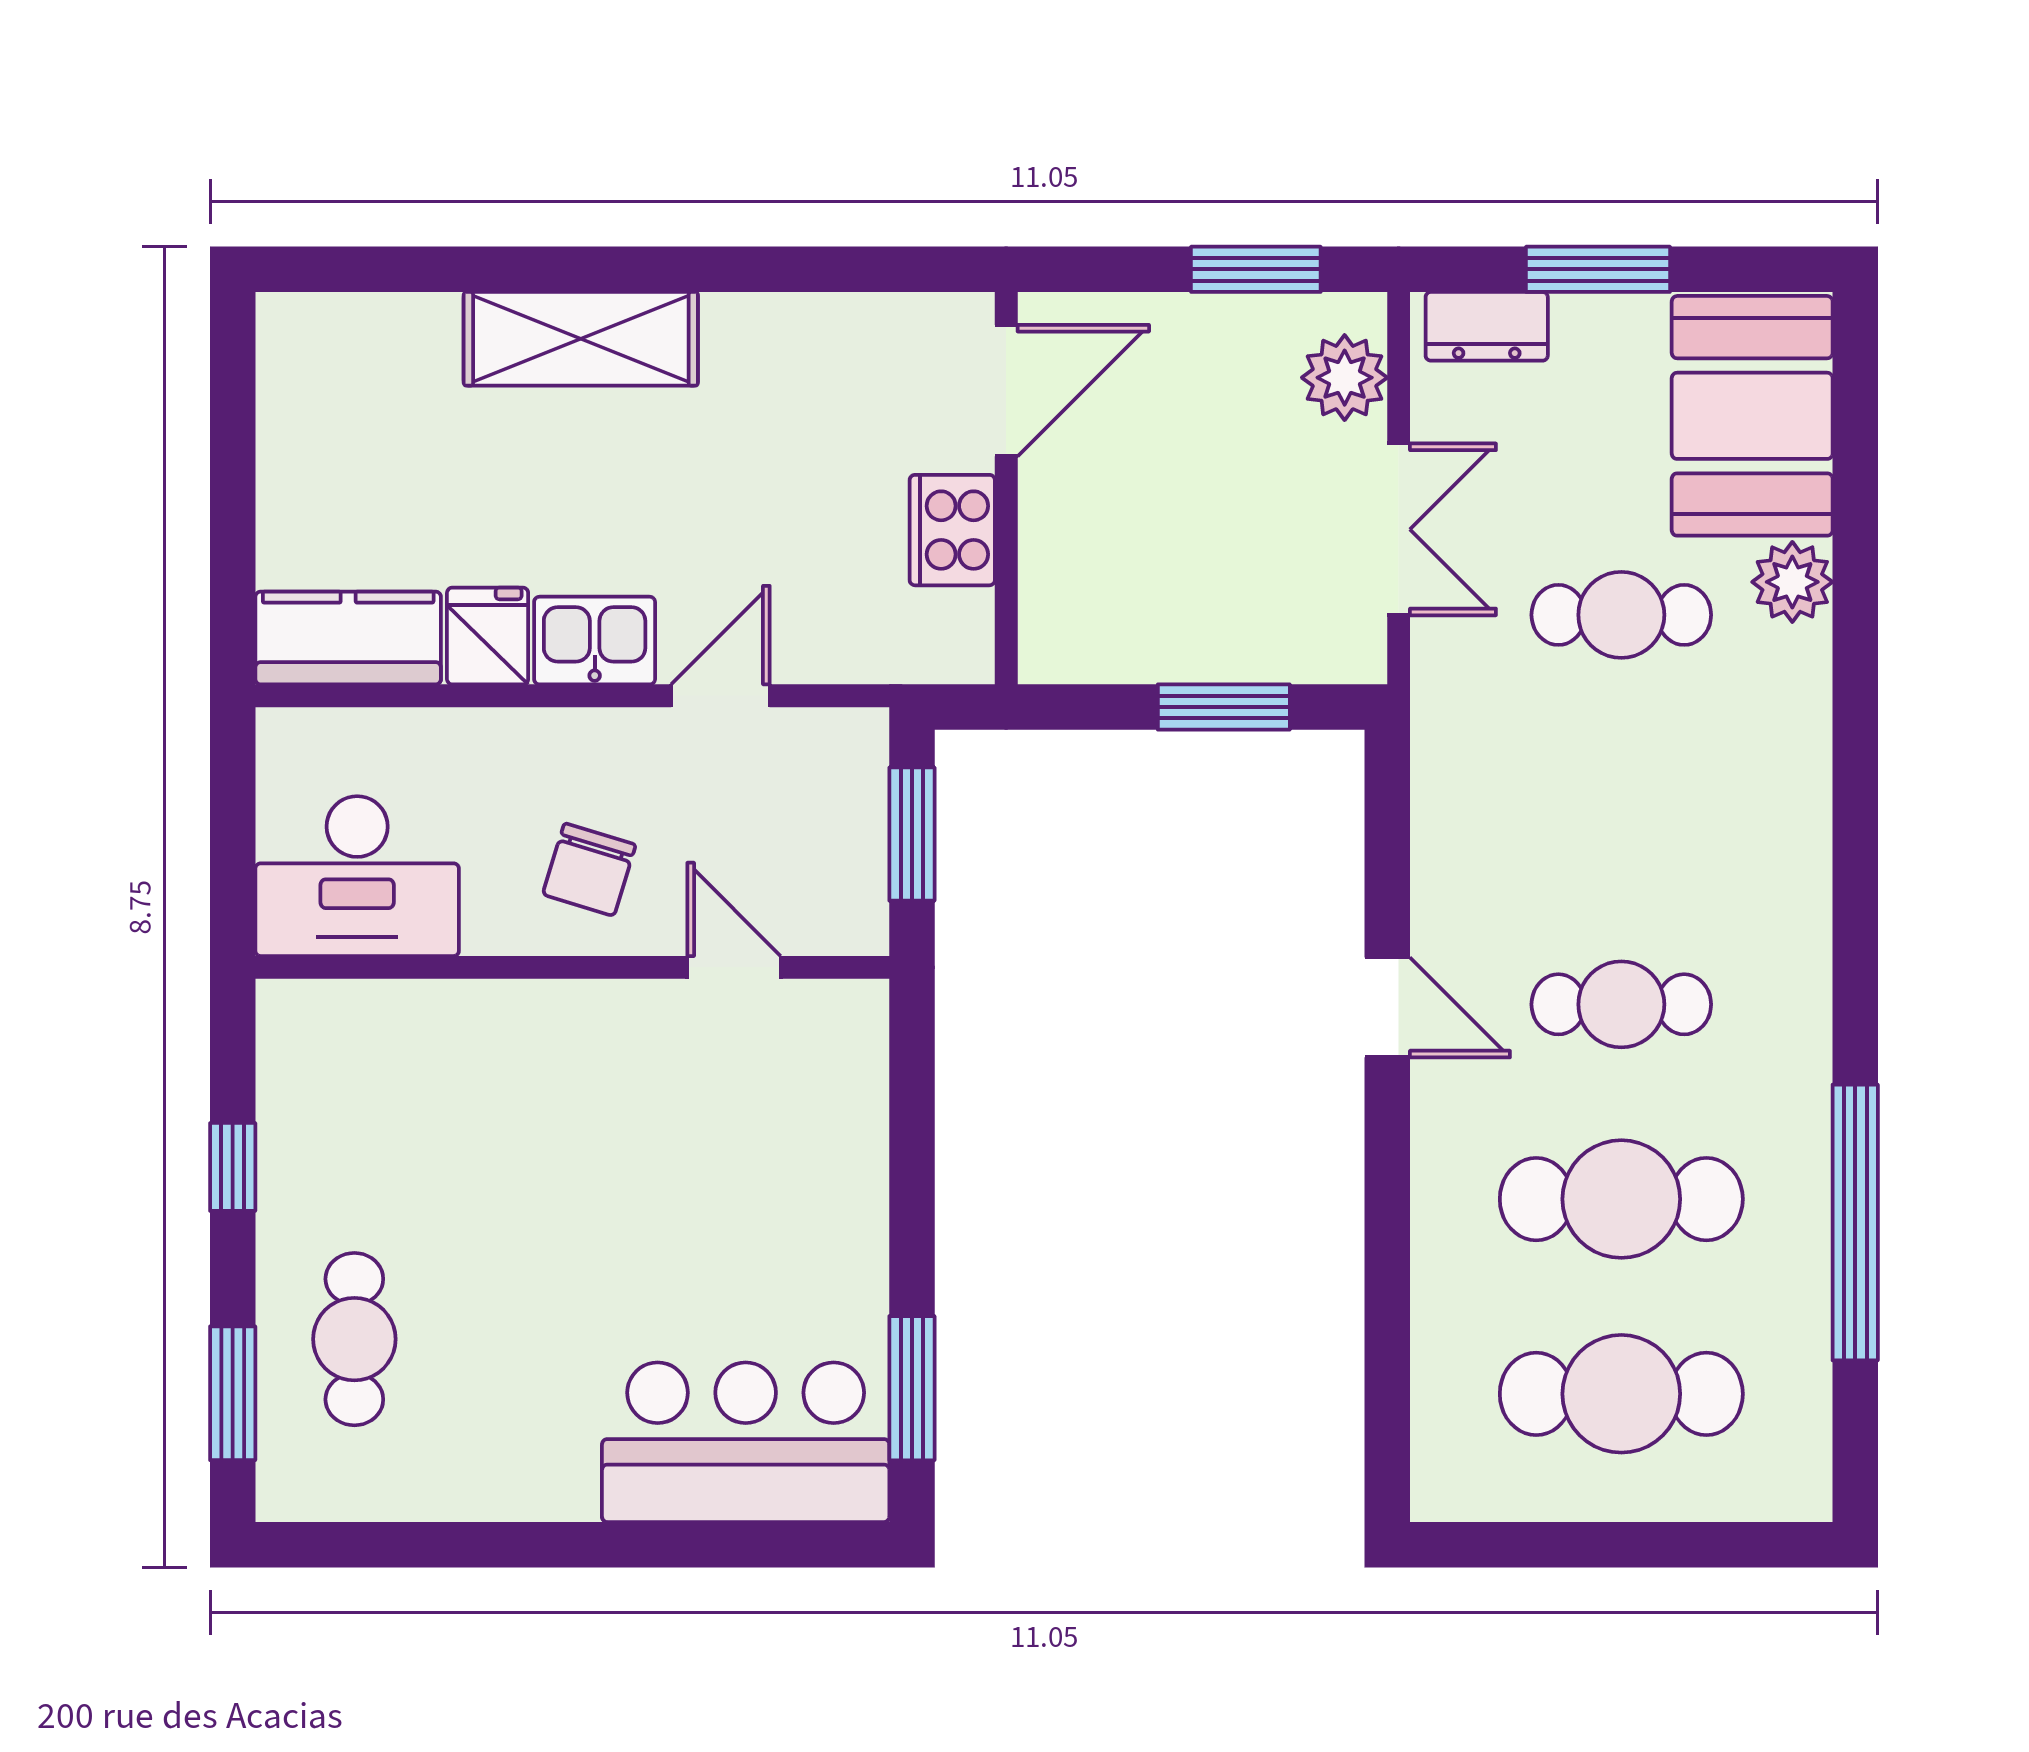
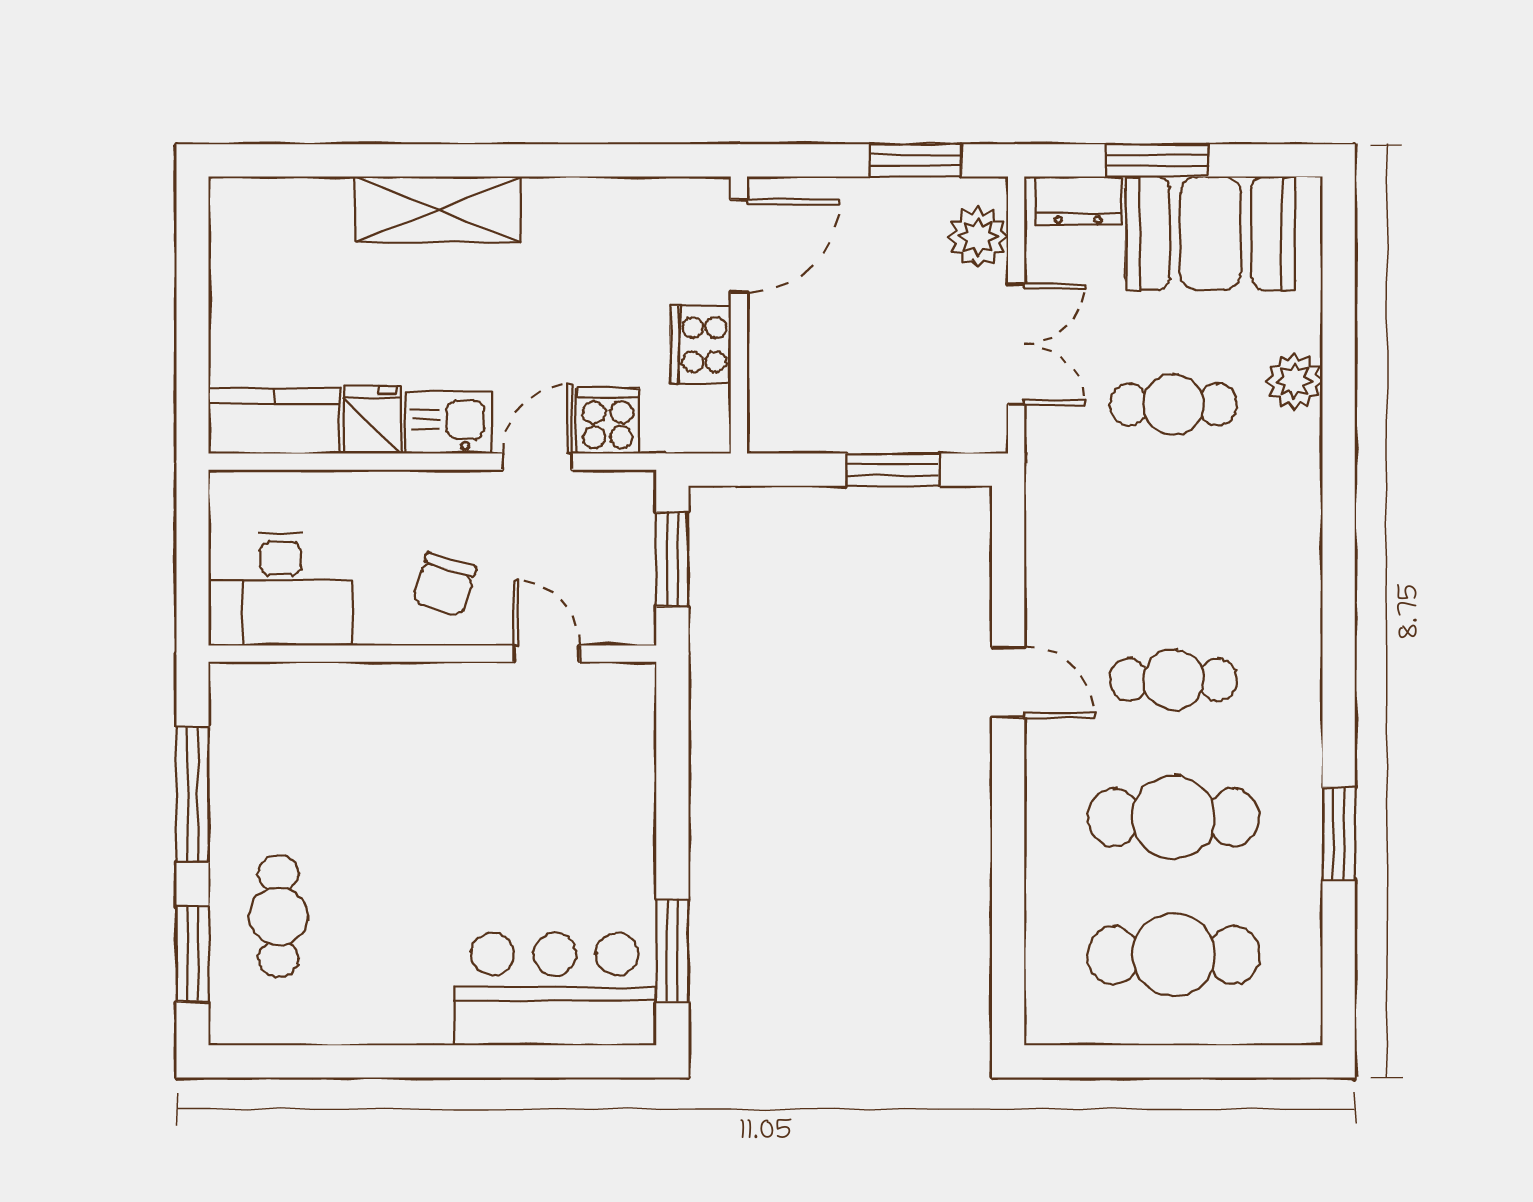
booth: (1752, 416) -> (1210, 233), moved, turned 90
cooker: (821, 638) -> (608, 421), added
window: (233, 1167) -> (193, 795), width x2.17
window: (1855, 1223) -> (1339, 834), width x0.47

